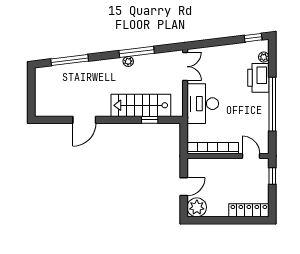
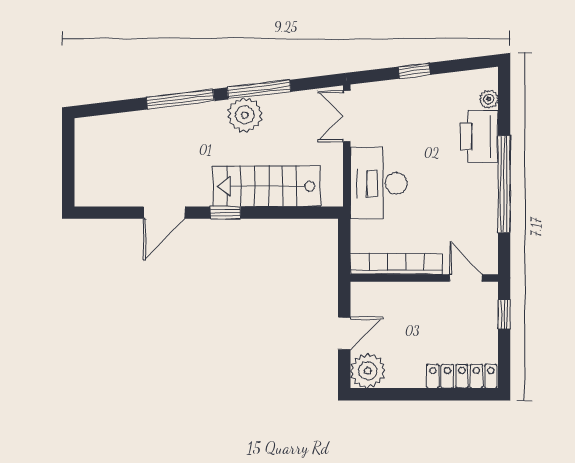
window: (253, 38) -> (414, 71), moved
window: (70, 60) -> (180, 99), moved
plant: (128, 61) -> (245, 115), width x1.87, depth x1.87
double door: (185, 67) -> (347, 116), swing flipped
window: (150, 120) -> (225, 213), moved

